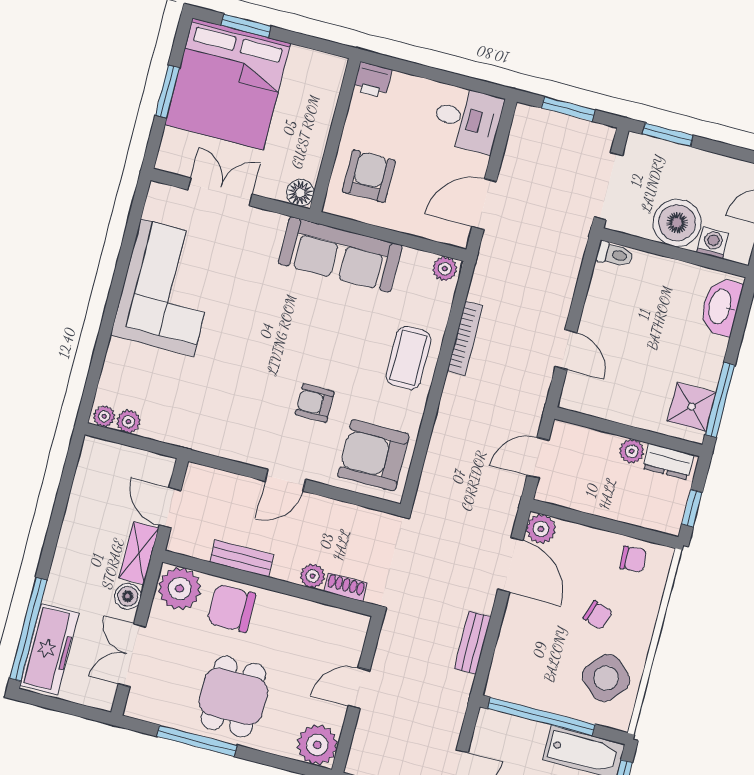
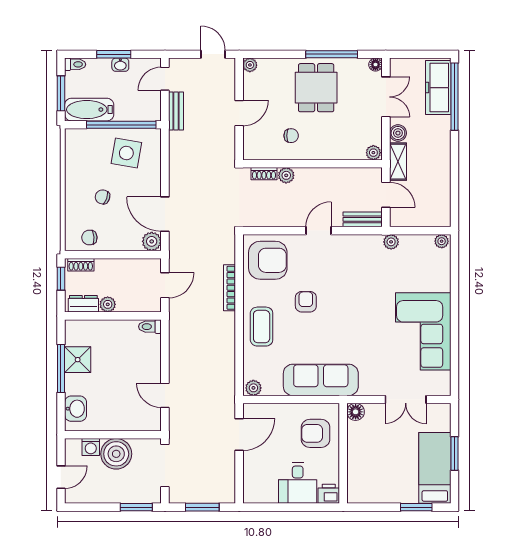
bed: (228, 84) -> (435, 468), width x0.49
desk: (467, 119) -> (298, 483), moved, turned -90
armchair: (369, 176) -> (316, 433), turned 90
toilet: (615, 254) -> (150, 327), moved
washbasin: (721, 307) -> (76, 409), width x0.72
bookcase: (465, 338) -> (230, 288), moved
door: (566, 350) -> (165, 395), moved
window: (720, 400) -> (61, 368), moved
armchair: (315, 403) -> (306, 302), moved, turned -90
shower: (691, 407) -> (78, 360), moved
plant: (128, 422) -> (391, 242), moved
shoe rack: (657, 521) -> (81, 265), added
bench: (242, 558) -> (363, 219), moved
plant: (180, 589) -> (373, 153), width x0.53, depth x0.53
chair: (231, 608) -> (291, 136), moved, width x0.54, depth x0.54
bench: (472, 643) -> (176, 111), moved
side table: (606, 678) -> (126, 153), moved, turned -32
floor lamp: (135, 708) -> (375, 65), added
plant: (317, 745) -> (250, 65), width x0.53, depth x0.53

